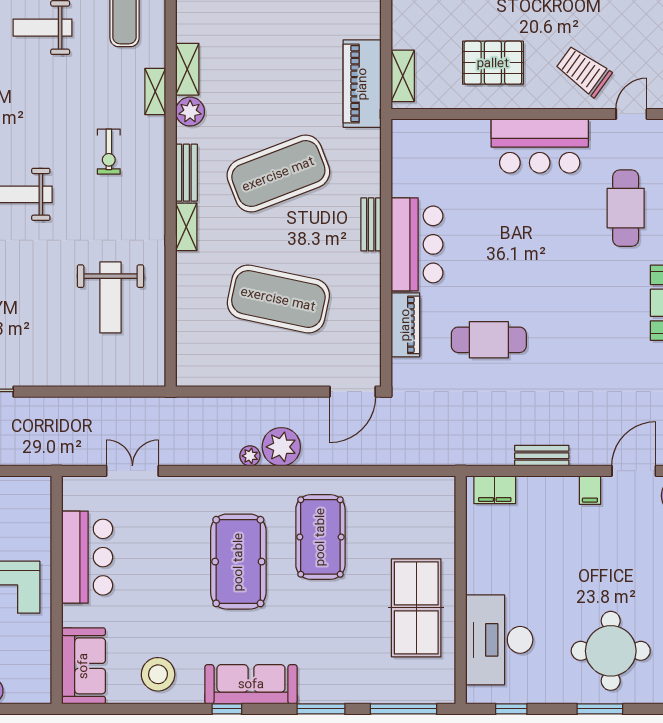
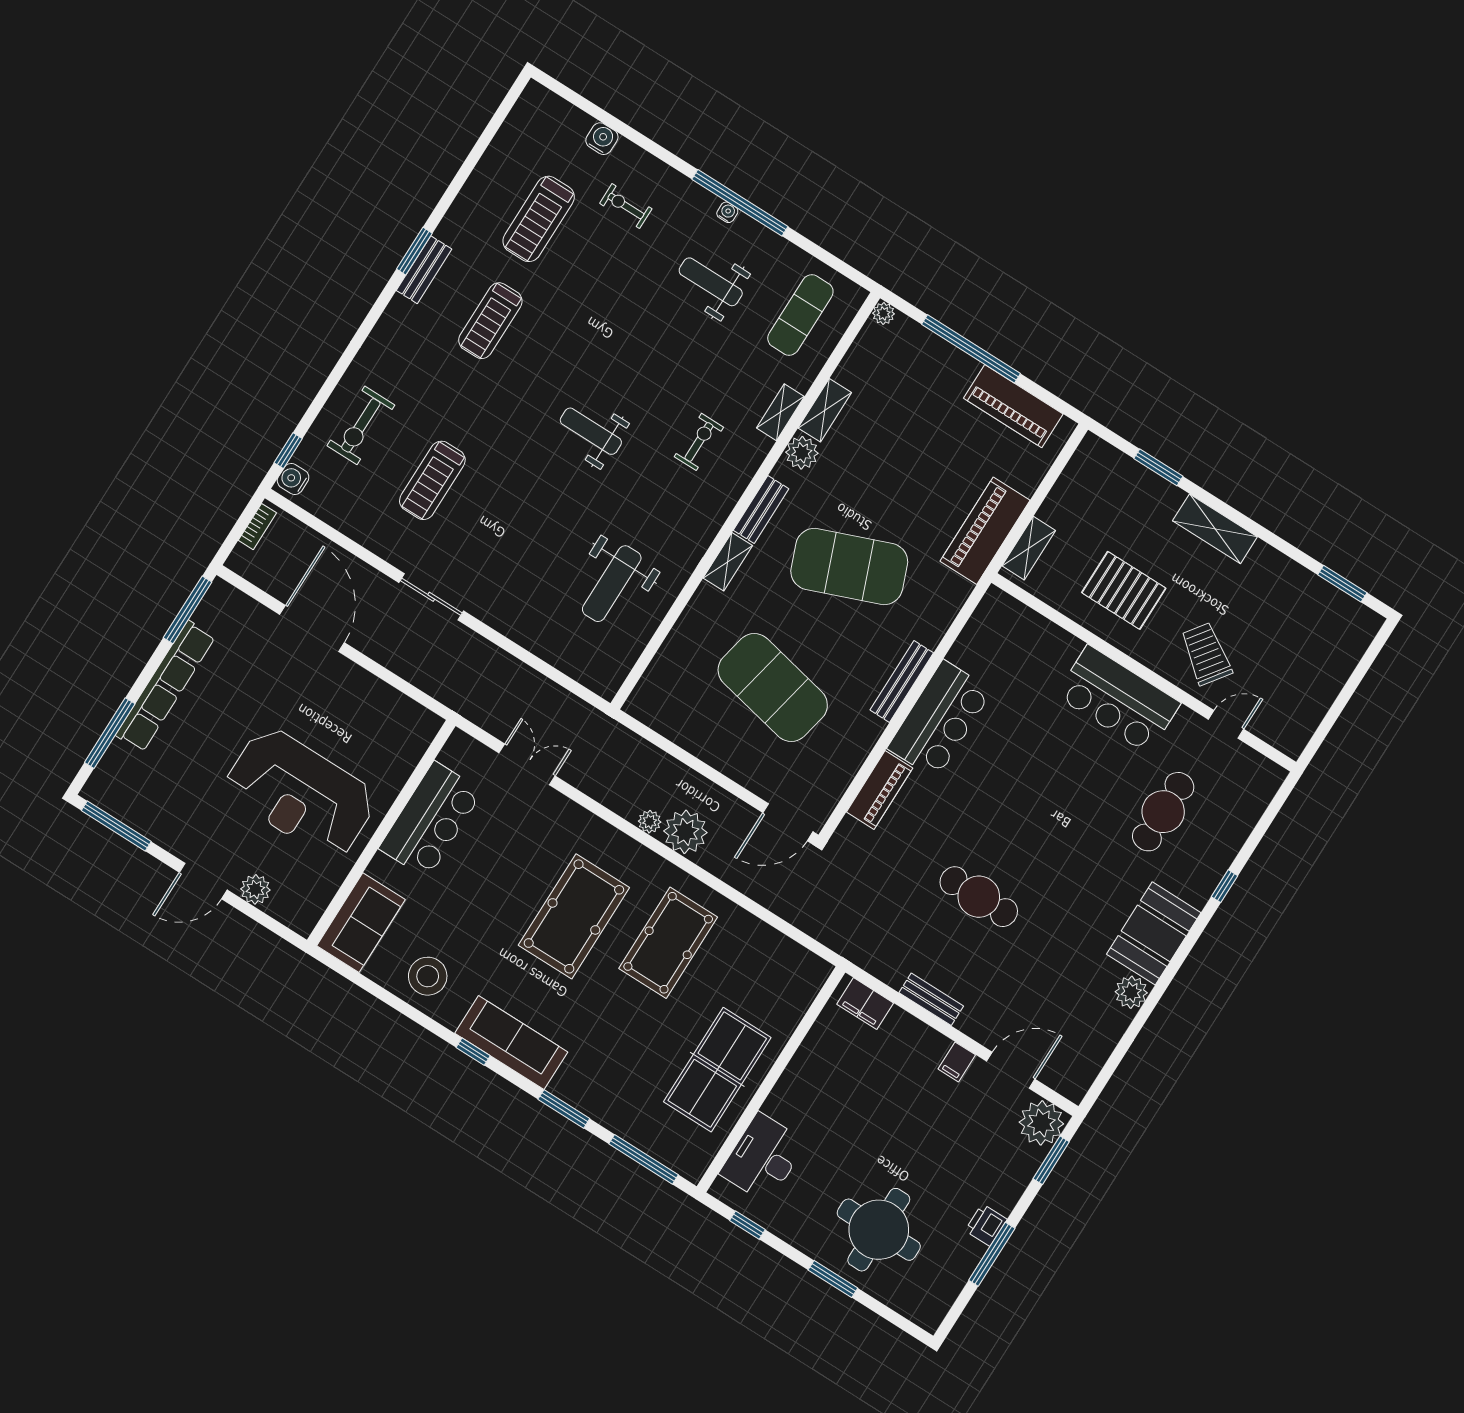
exercise bike: (109, 152) -> (699, 442), turned 180
bench: (371, 224) -> (902, 681), width x1.36
cafe table: (489, 340) -> (979, 897), moved
desk: (499, 640) -> (763, 1158), width x0.73, depth x0.77

